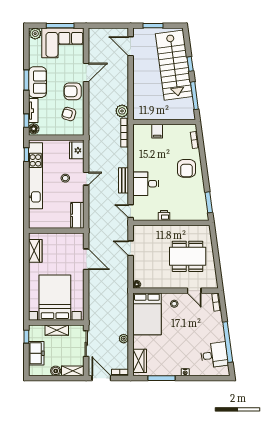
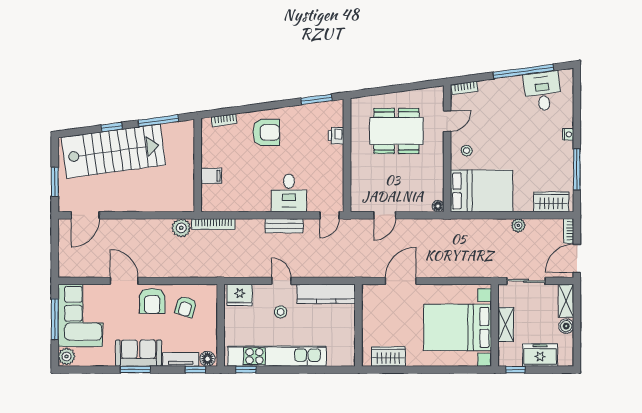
kitchen counter: (77, 215) -> (326, 294), width x1.50
printer: (164, 216) -> (336, 136), moved
dining table: (188, 256) -> (396, 131), turned 90

